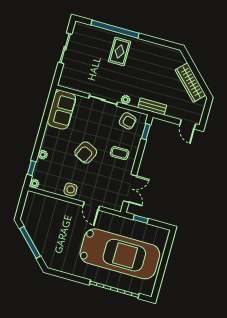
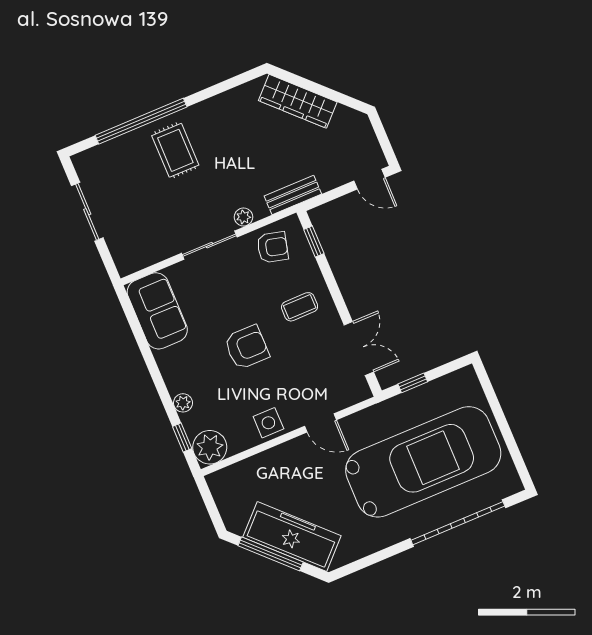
wardrobe: (190, 83) -> (298, 101), moved
armchair: (86, 153) -> (247, 347), turned -116
plant: (35, 183) -> (210, 447), width x1.88, depth x1.88
freezer: (44, 242) -> (292, 536), added

